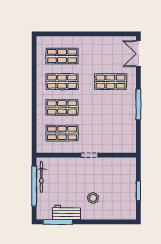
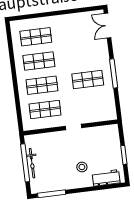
shop shelf: (111, 82) -> (88, 79), moved
bicycle: (41, 177) -> (32, 163), moved
workbench: (66, 212) -> (106, 178), moved

